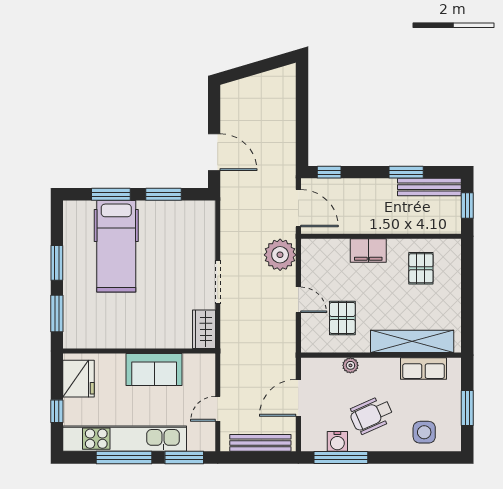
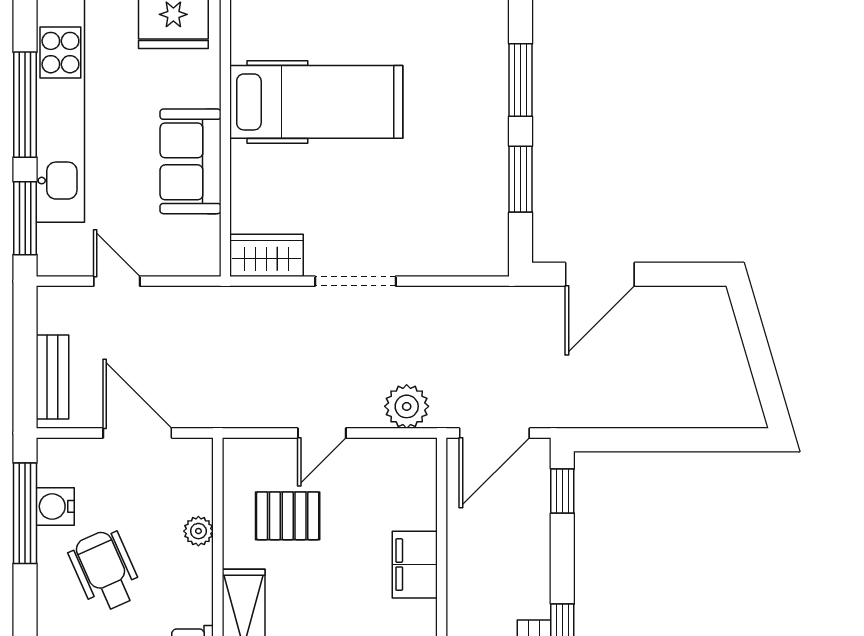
hospital bed: (116, 246) -> (316, 102), moved, turned 180
plant: (280, 255) -> (407, 406), width x0.73, depth x0.73
bench: (260, 443) -> (52, 377), width x0.73

